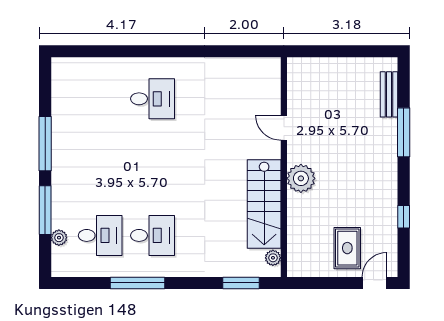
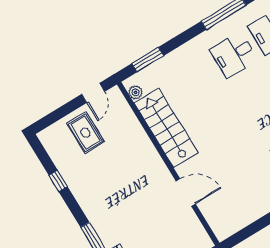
door: (284, 128) -> (186, 193), width x1.38
plant: (301, 178) -> (151, 163), removed
door: (375, 283) -> (93, 93), moved

